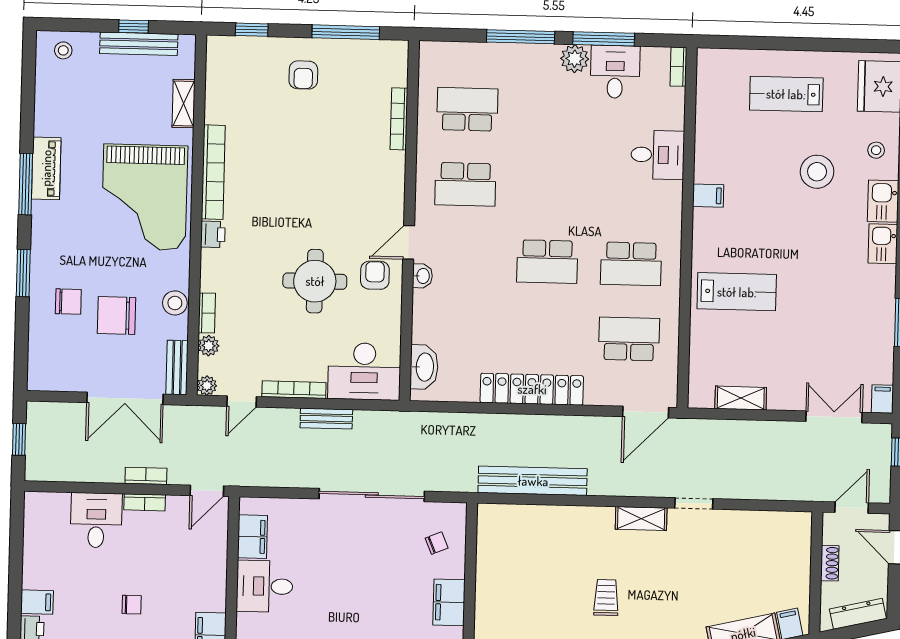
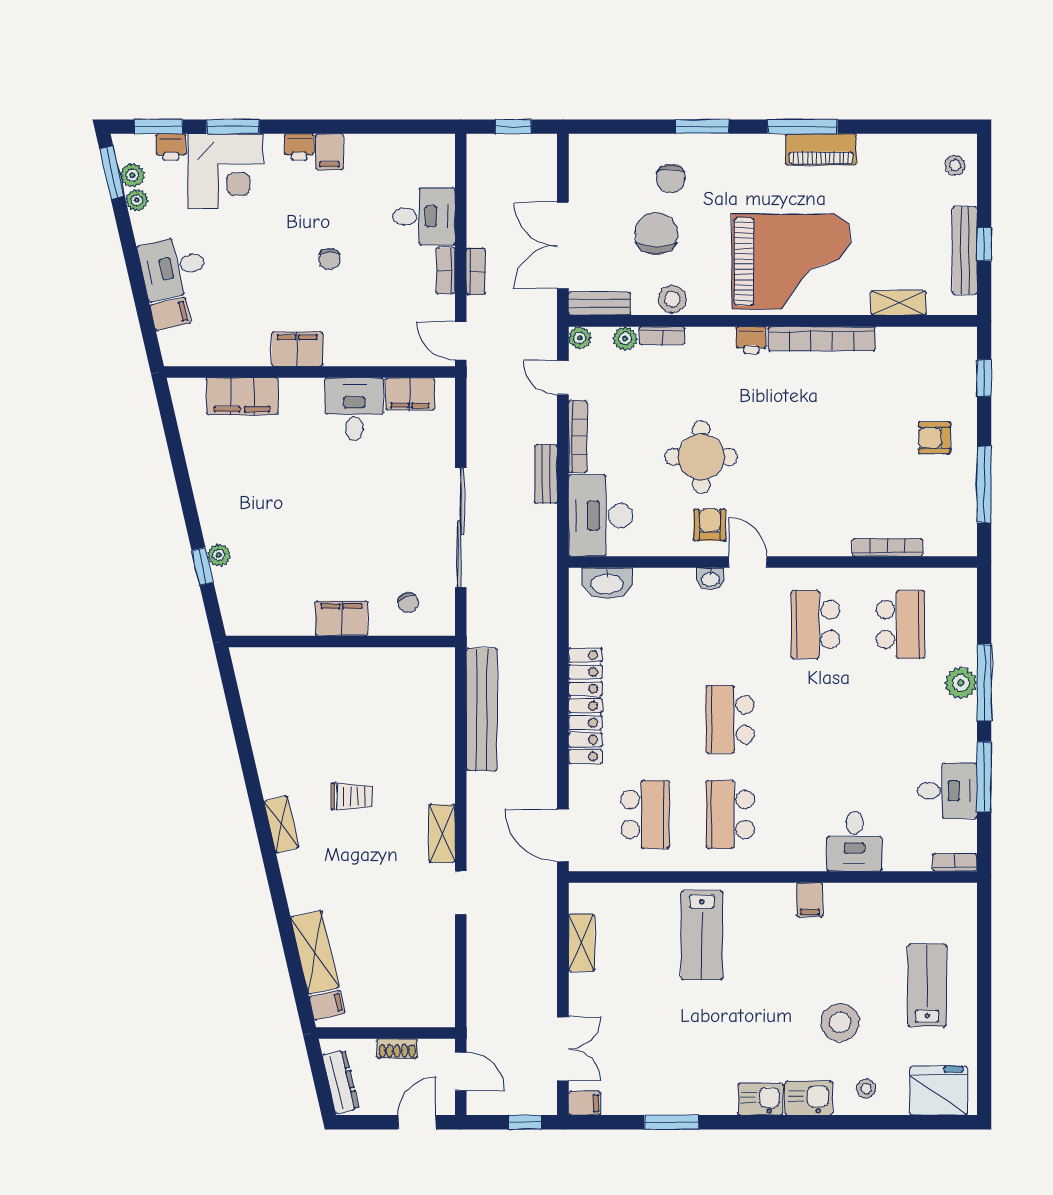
plant: (575, 59) -> (961, 683), moved
grand piano: (145, 197) -> (791, 262), turned 180
armchair: (375, 275) -> (710, 525), turned -90

